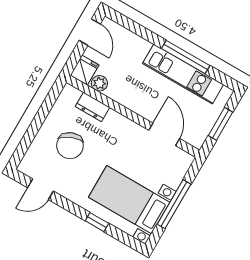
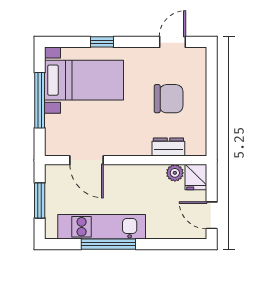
chair: (70, 146) -> (169, 99), turned 112

